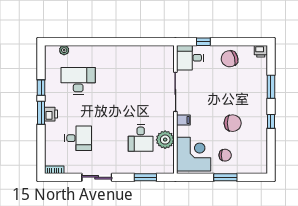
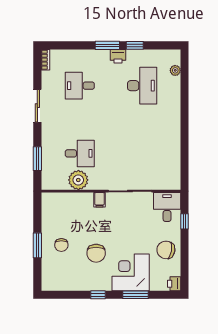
chair: (230, 59) -> (166, 250), turned -64
printer: (51, 114) -> (118, 56), moved
desk: (78, 138) -> (80, 86), turned 90
desk: (141, 138) -> (80, 153), turned 180
corner desk: (194, 154) -> (131, 272), moved, turned 180

